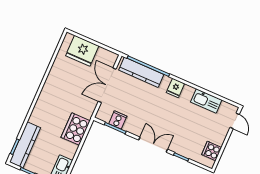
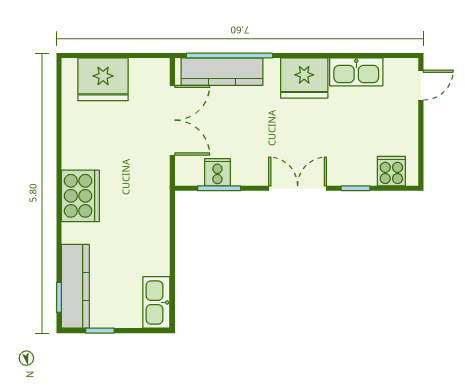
double door: (107, 85) -> (172, 120), swing flipped
fridge: (175, 88) -> (304, 78), width x1.88, depth x1.34
door: (235, 121) -> (421, 85), hinge flipped
cooker: (76, 129) -> (80, 196), moved, turned 180
cooker: (212, 151) -> (391, 171), moved, turned 90

